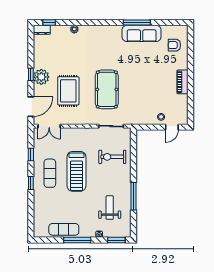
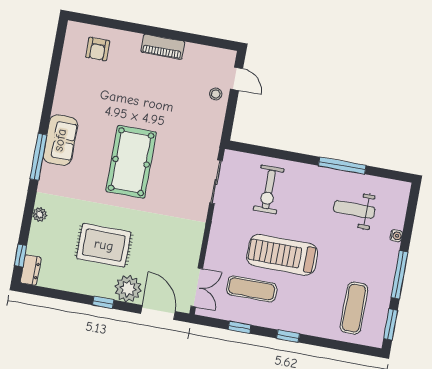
window: (137, 22) -> (38, 157), moved
sofa: (142, 33) -> (60, 140), moved, width x0.73
plant: (41, 77) -> (128, 289), moved
pool table: (107, 89) -> (131, 162), moved, turned 90
rug: (68, 91) -> (104, 245), moved
treadmill: (76, 171) -> (282, 255), turned 180
exercise mat: (50, 173) -> (252, 289), moved
exercise mat: (64, 229) -> (354, 308), moved
window: (116, 240) -> (390, 325), moved

